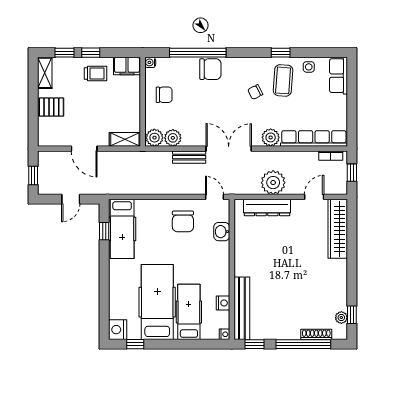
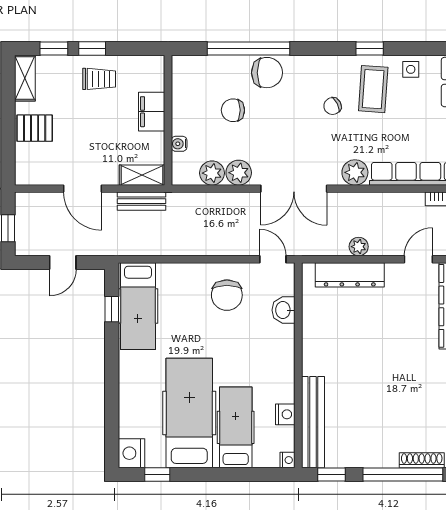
water cooler: (150, 62) -> (179, 144), moved
filing cabinet: (127, 66) -> (152, 112), moved, turned 90
chair: (164, 95) -> (233, 110), moved, turned 180
plant: (154, 138) -> (239, 173), moved
double door: (229, 149) -> (294, 189), swing flipped
bench: (189, 157) -> (142, 201), moved
plant: (273, 183) -> (359, 247), width x0.53, depth x0.53

